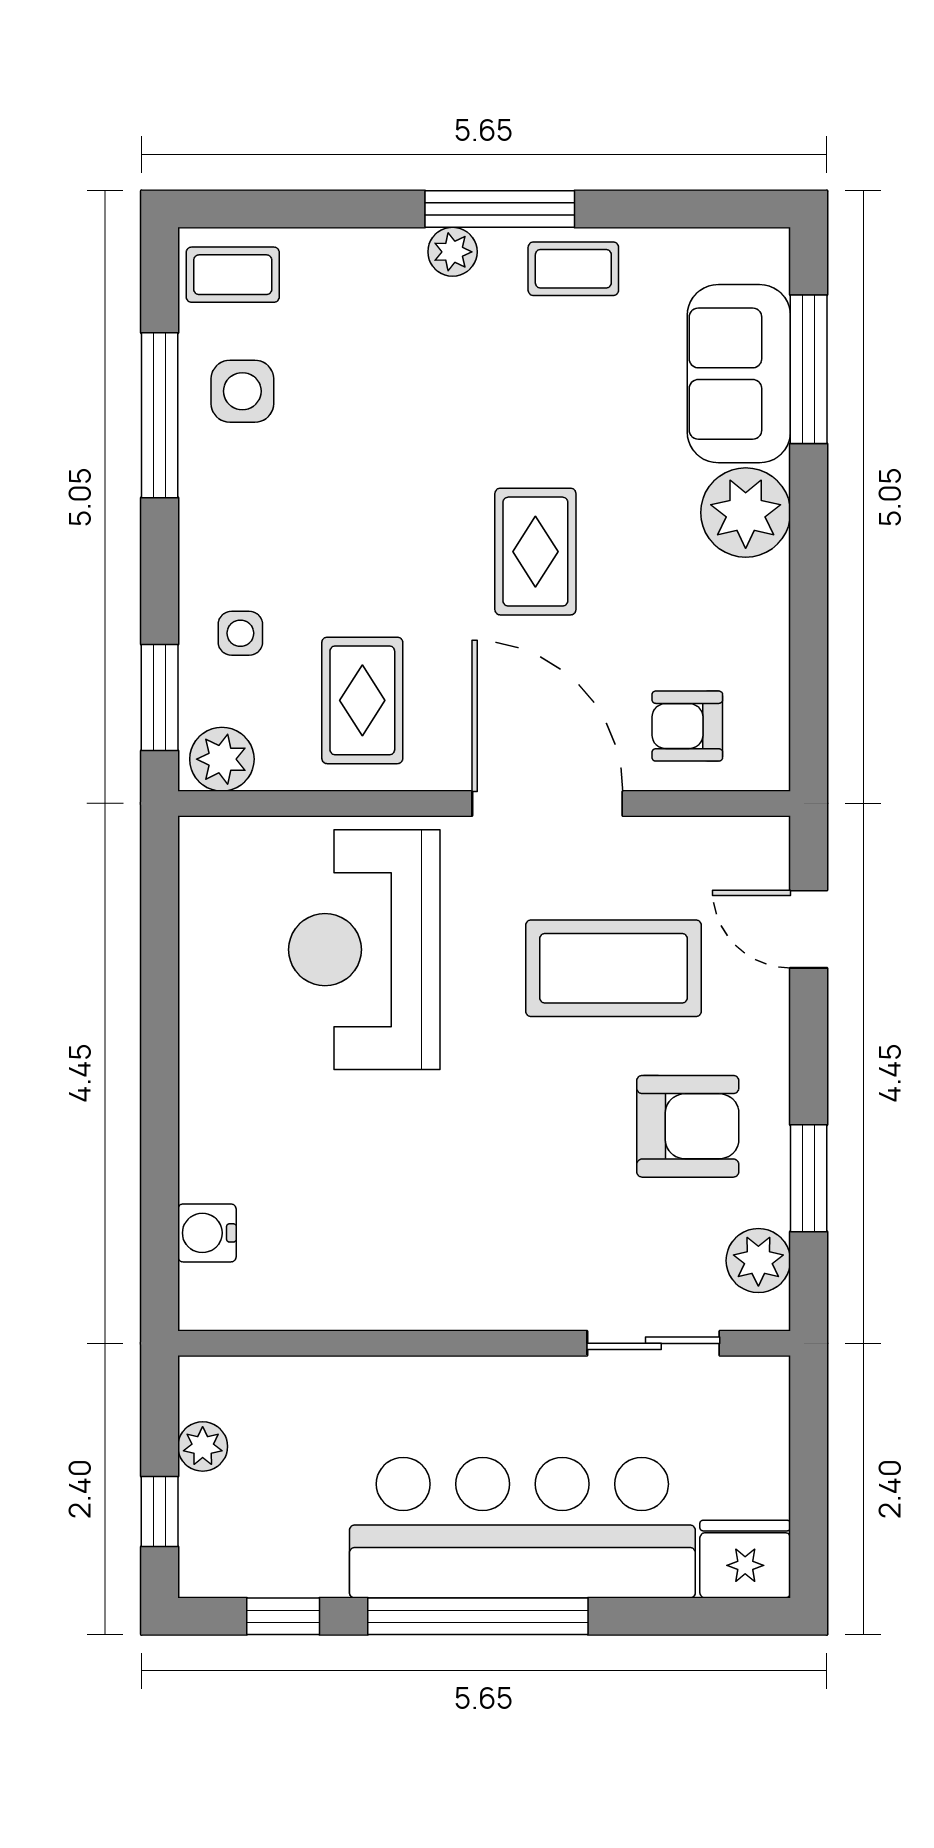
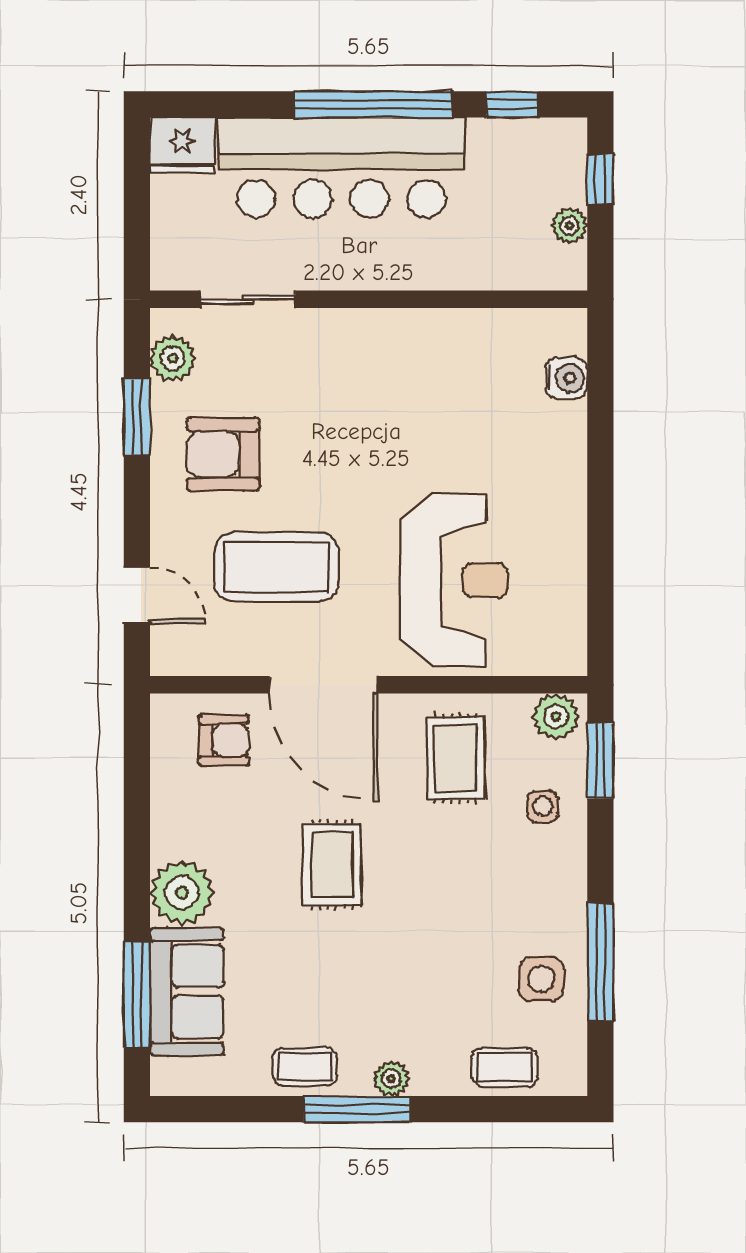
coffee table: (233, 275) -> (505, 1067), moved

